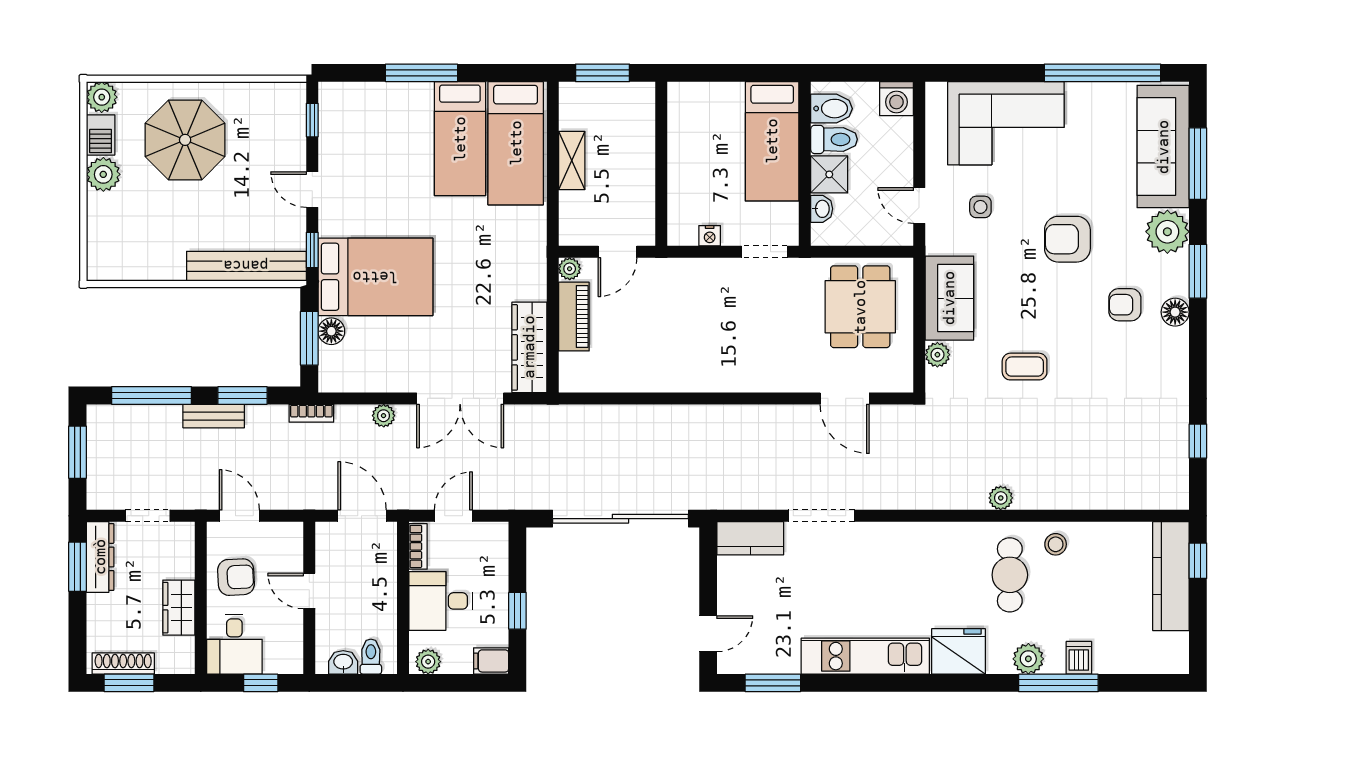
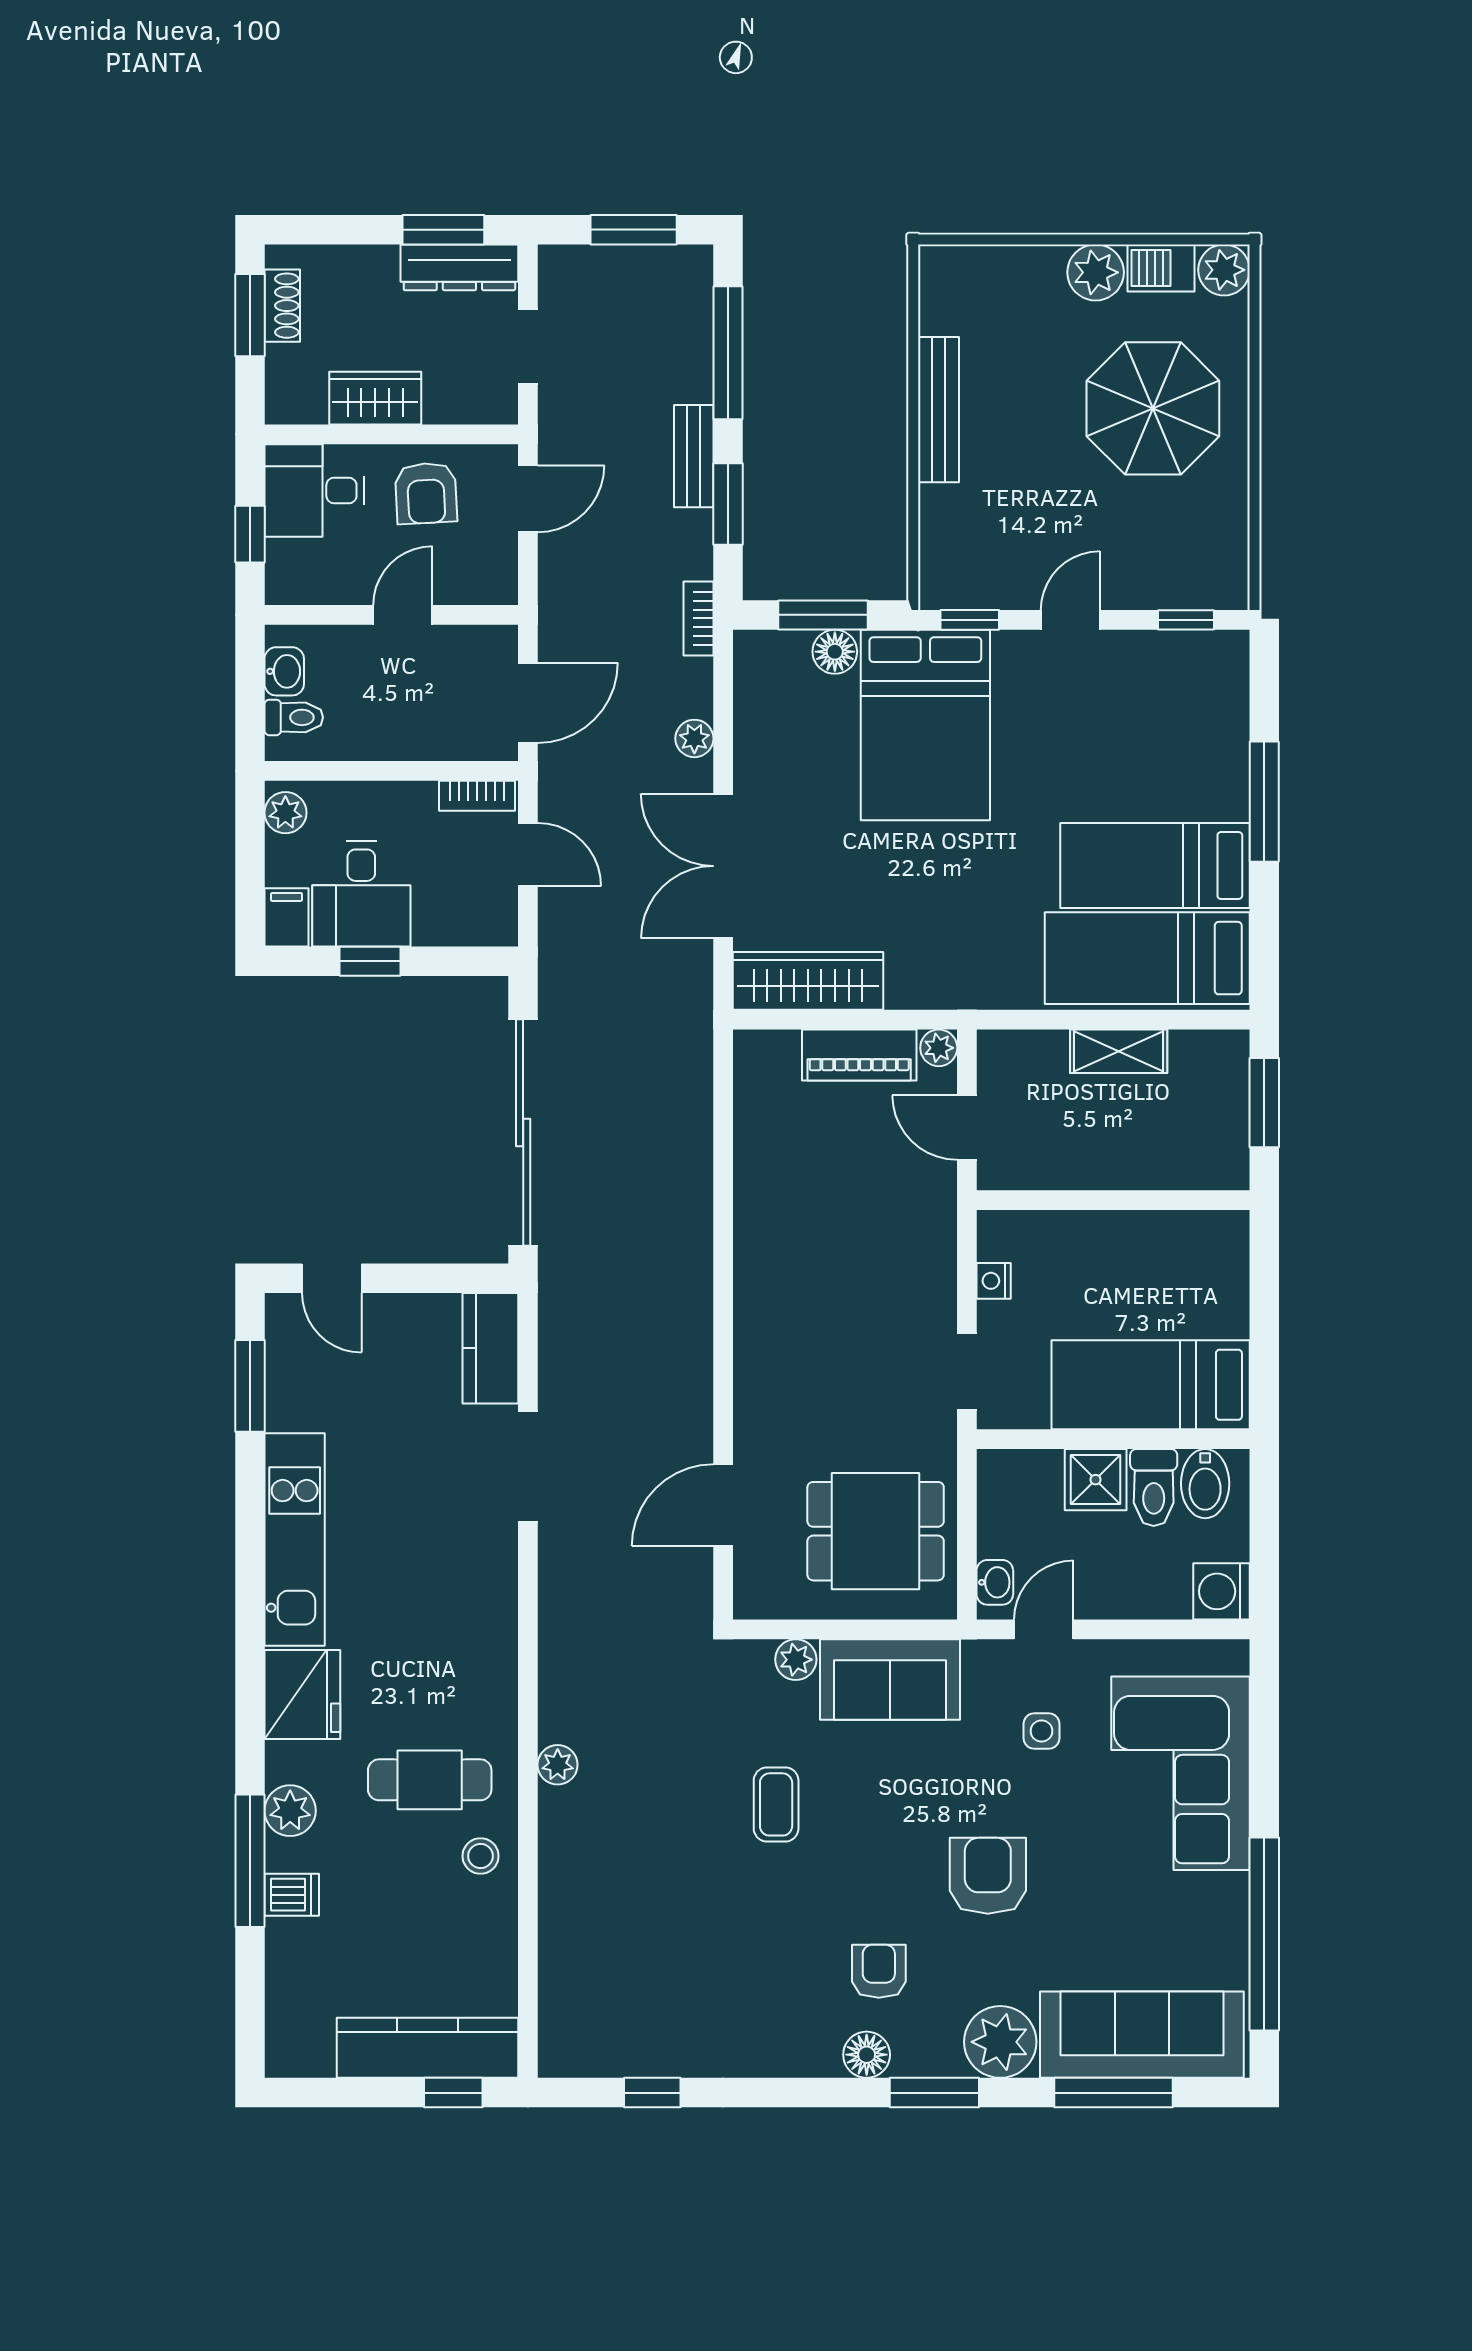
washbasin: (822, 209) -> (995, 1582), moved, turned -90
bench: (246, 266) -> (938, 410), moved, width x0.73, depth x0.82
desk: (441, 601) -> (361, 894), moved, turned 180
shoe rack: (123, 664) -> (282, 306), width x0.70

